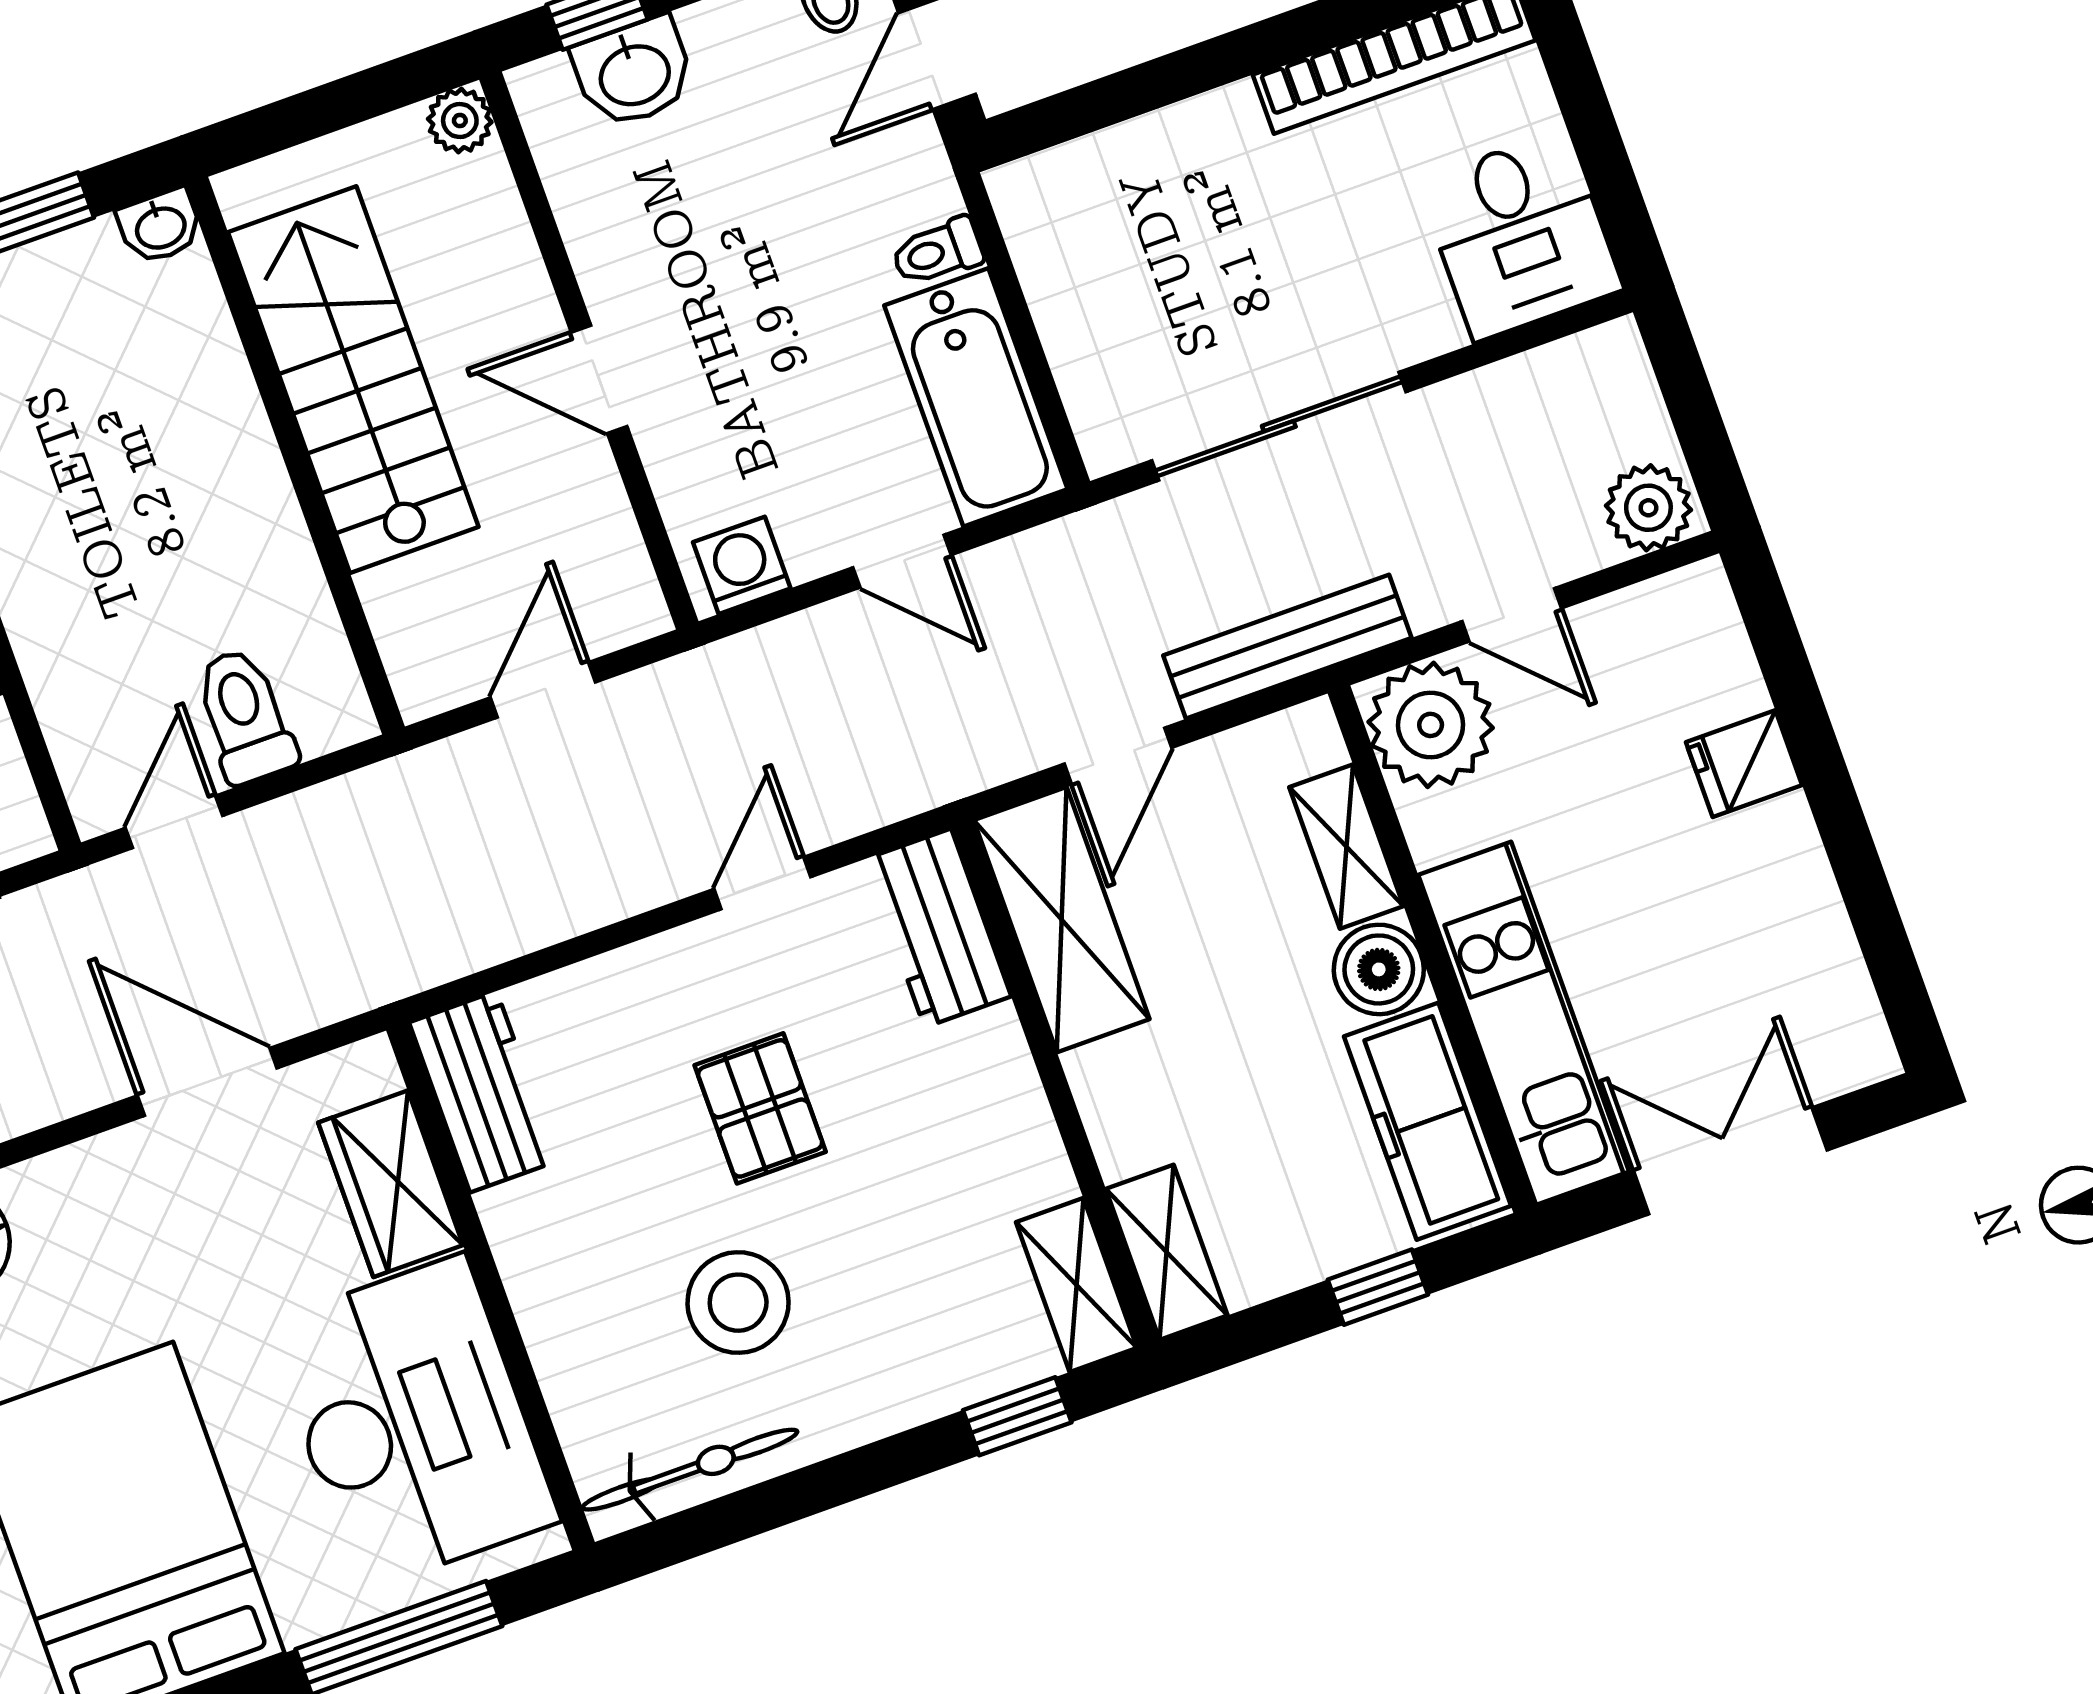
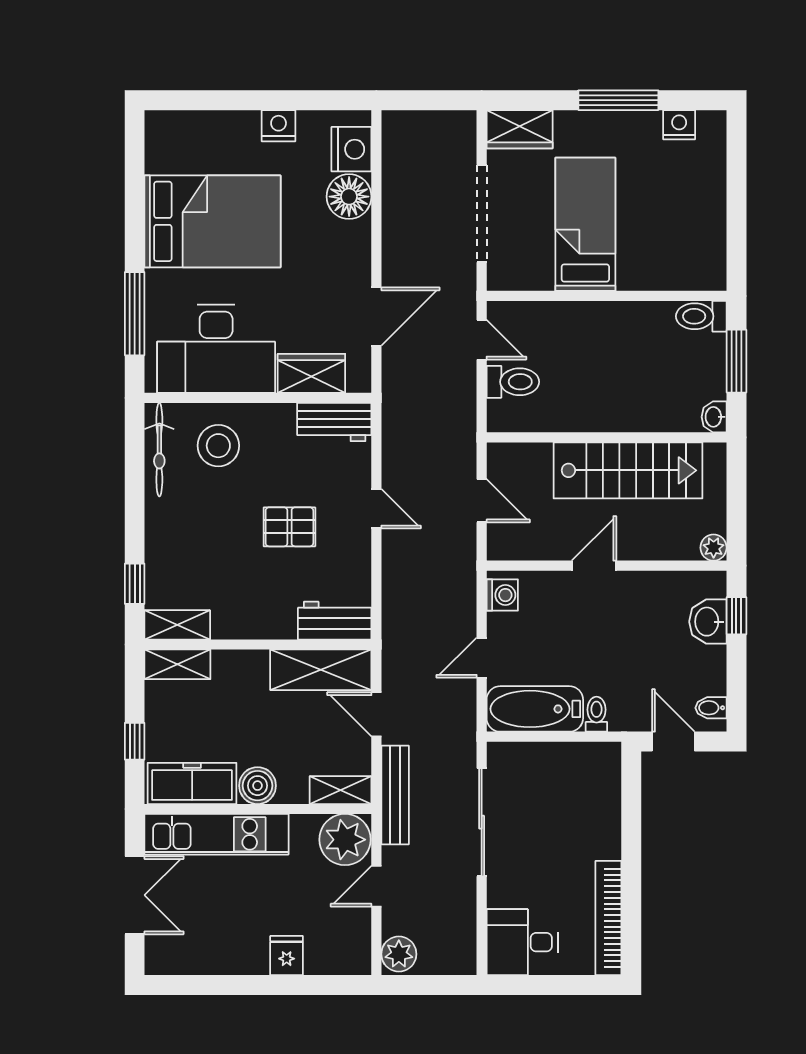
shelving: (1346, 847) -> (340, 790), moved
door: (762, 883) -> (376, 509), moved
stool: (738, 1303) -> (218, 446), moved

